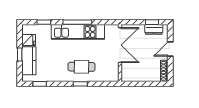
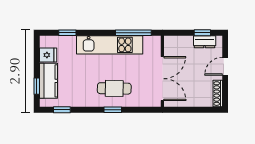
window: (77, 22) -> (133, 33), moved
double door: (120, 45) -> (162, 79), moved
window: (20, 55) -> (37, 86), moved

